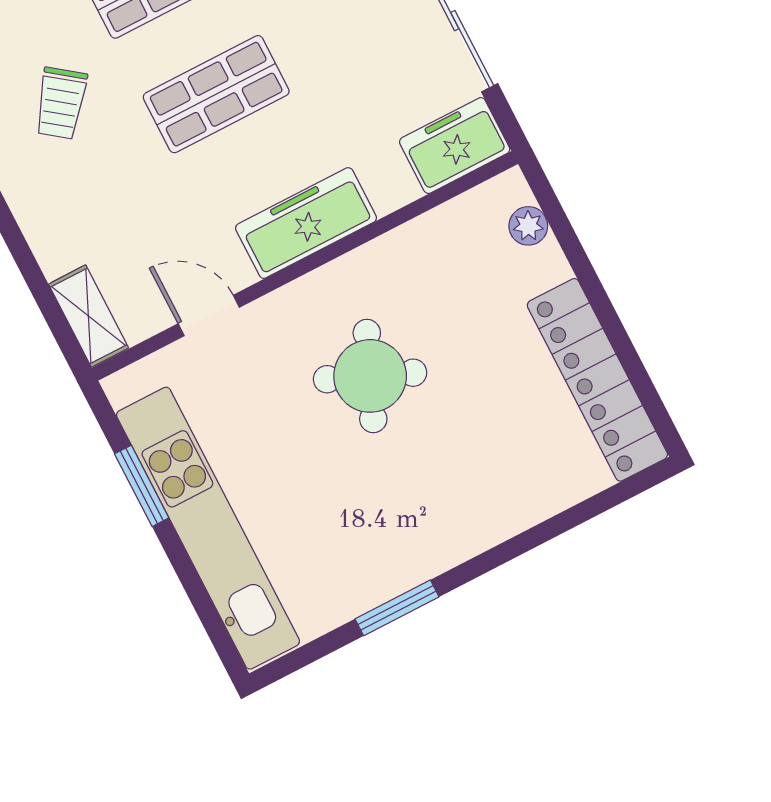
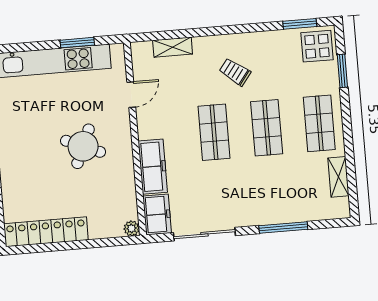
freezer: (306, 223) -> (153, 167), moved
plant: (528, 226) -> (132, 228), moved
shelving: (88, 316) -> (173, 47), moved

